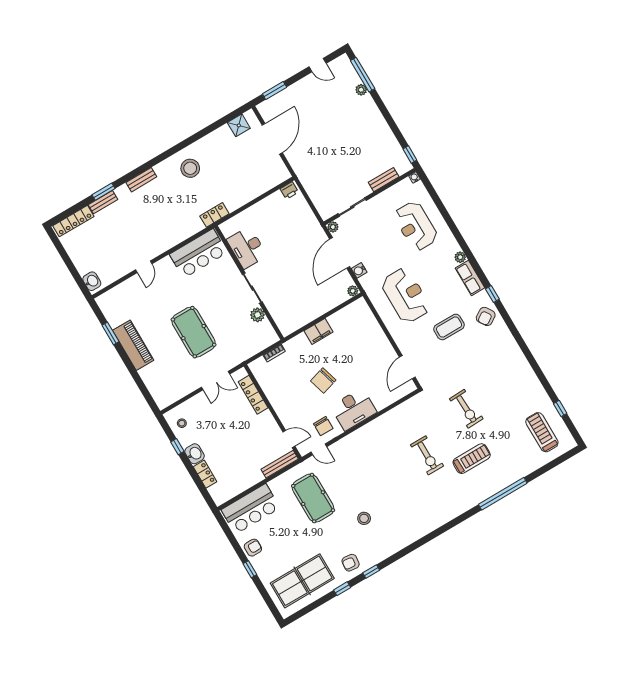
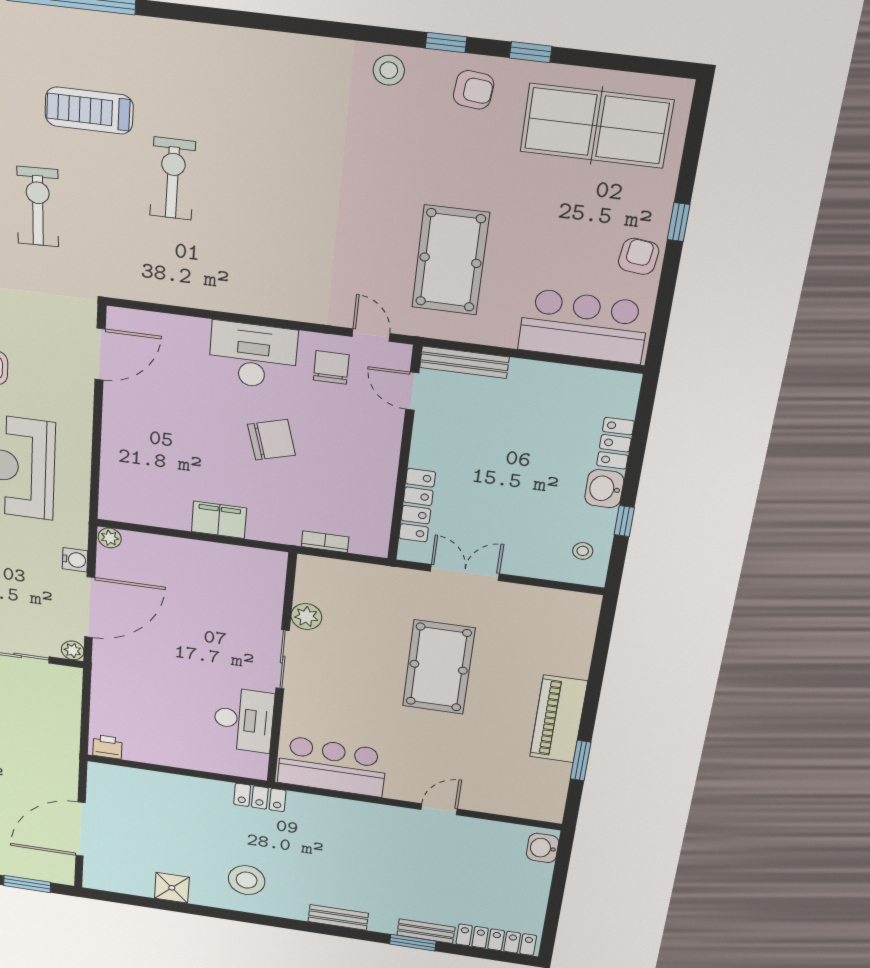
shower: (239, 125) -> (172, 888), moved
stool: (364, 518) -> (389, 70), moved
armchair: (253, 548) -> (639, 256), turned 97

